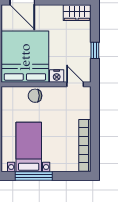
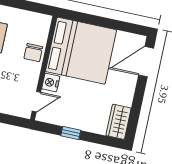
chair: (35, 96) -> (33, 53), turned 180

